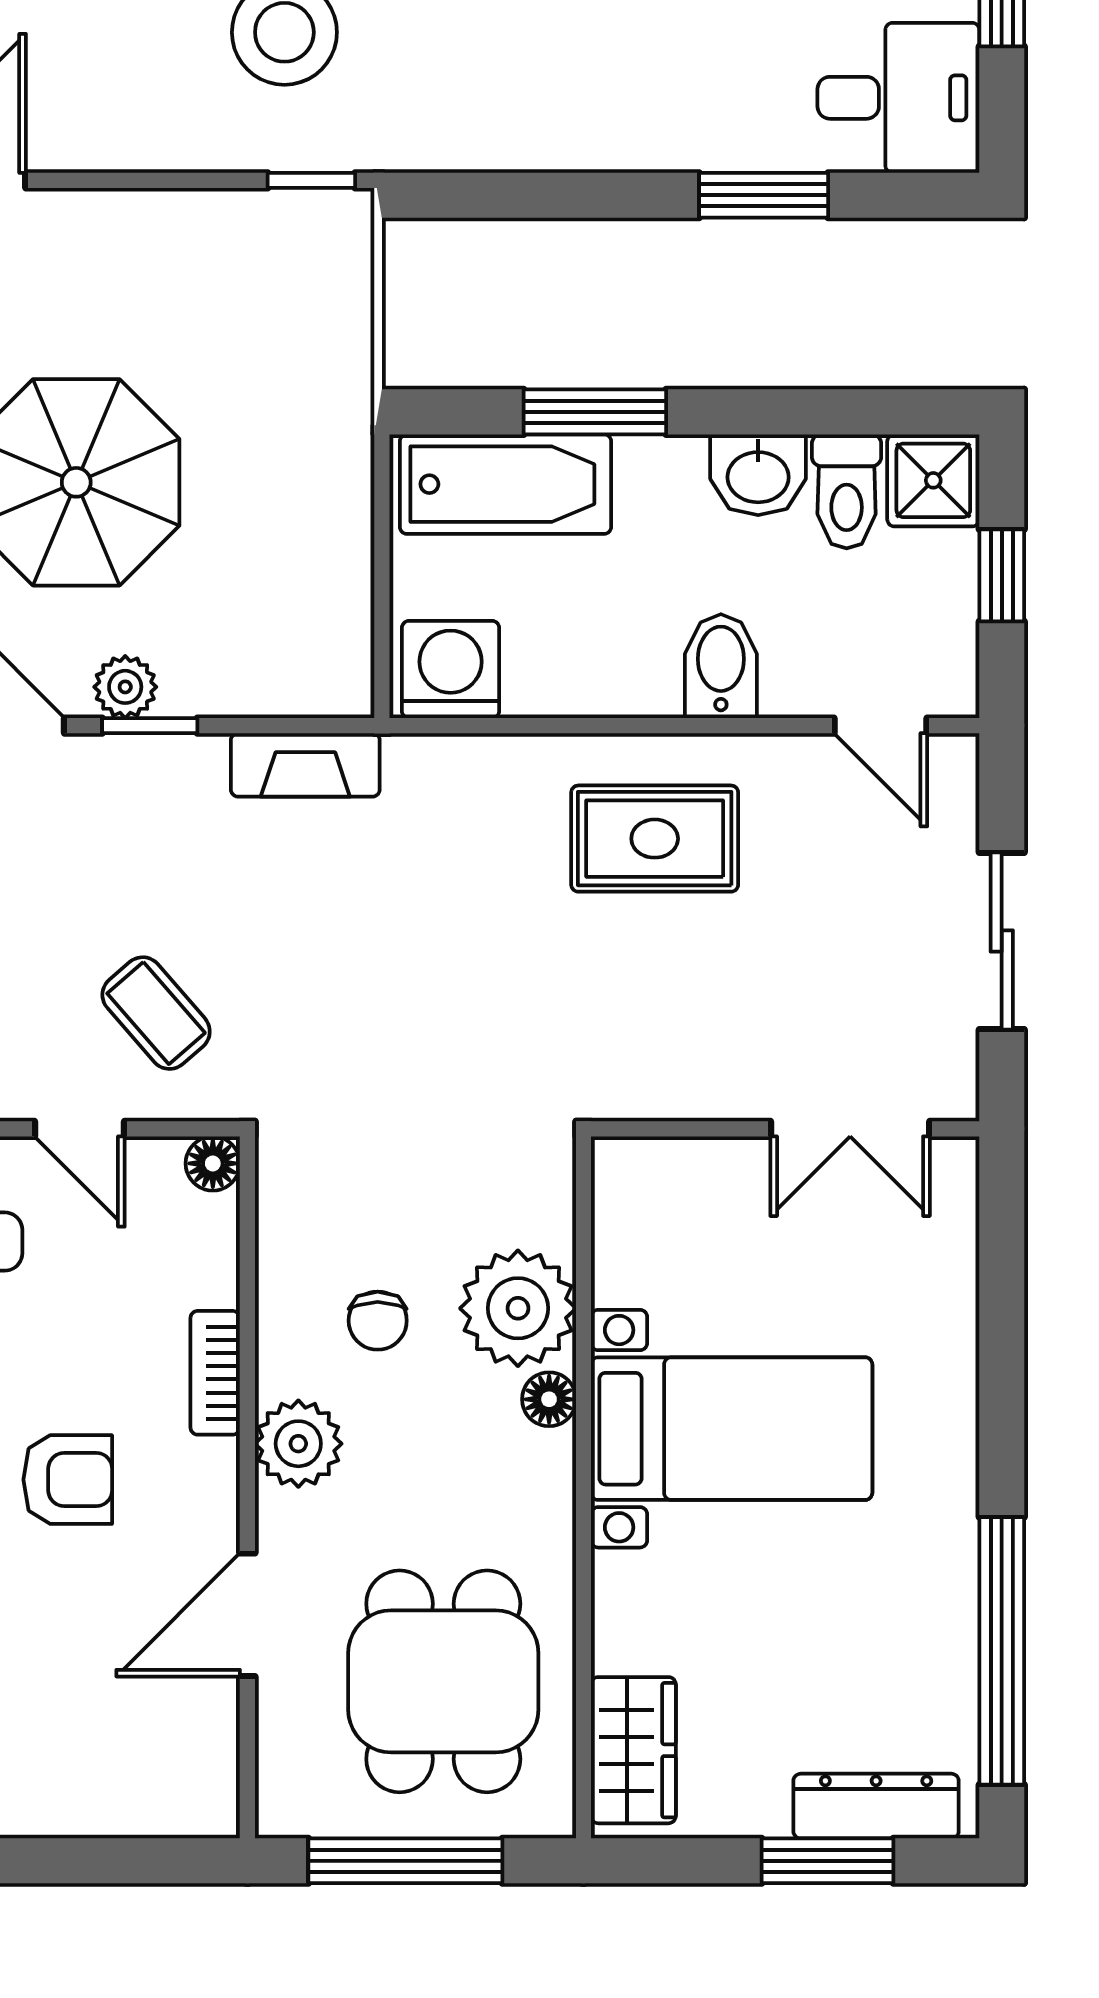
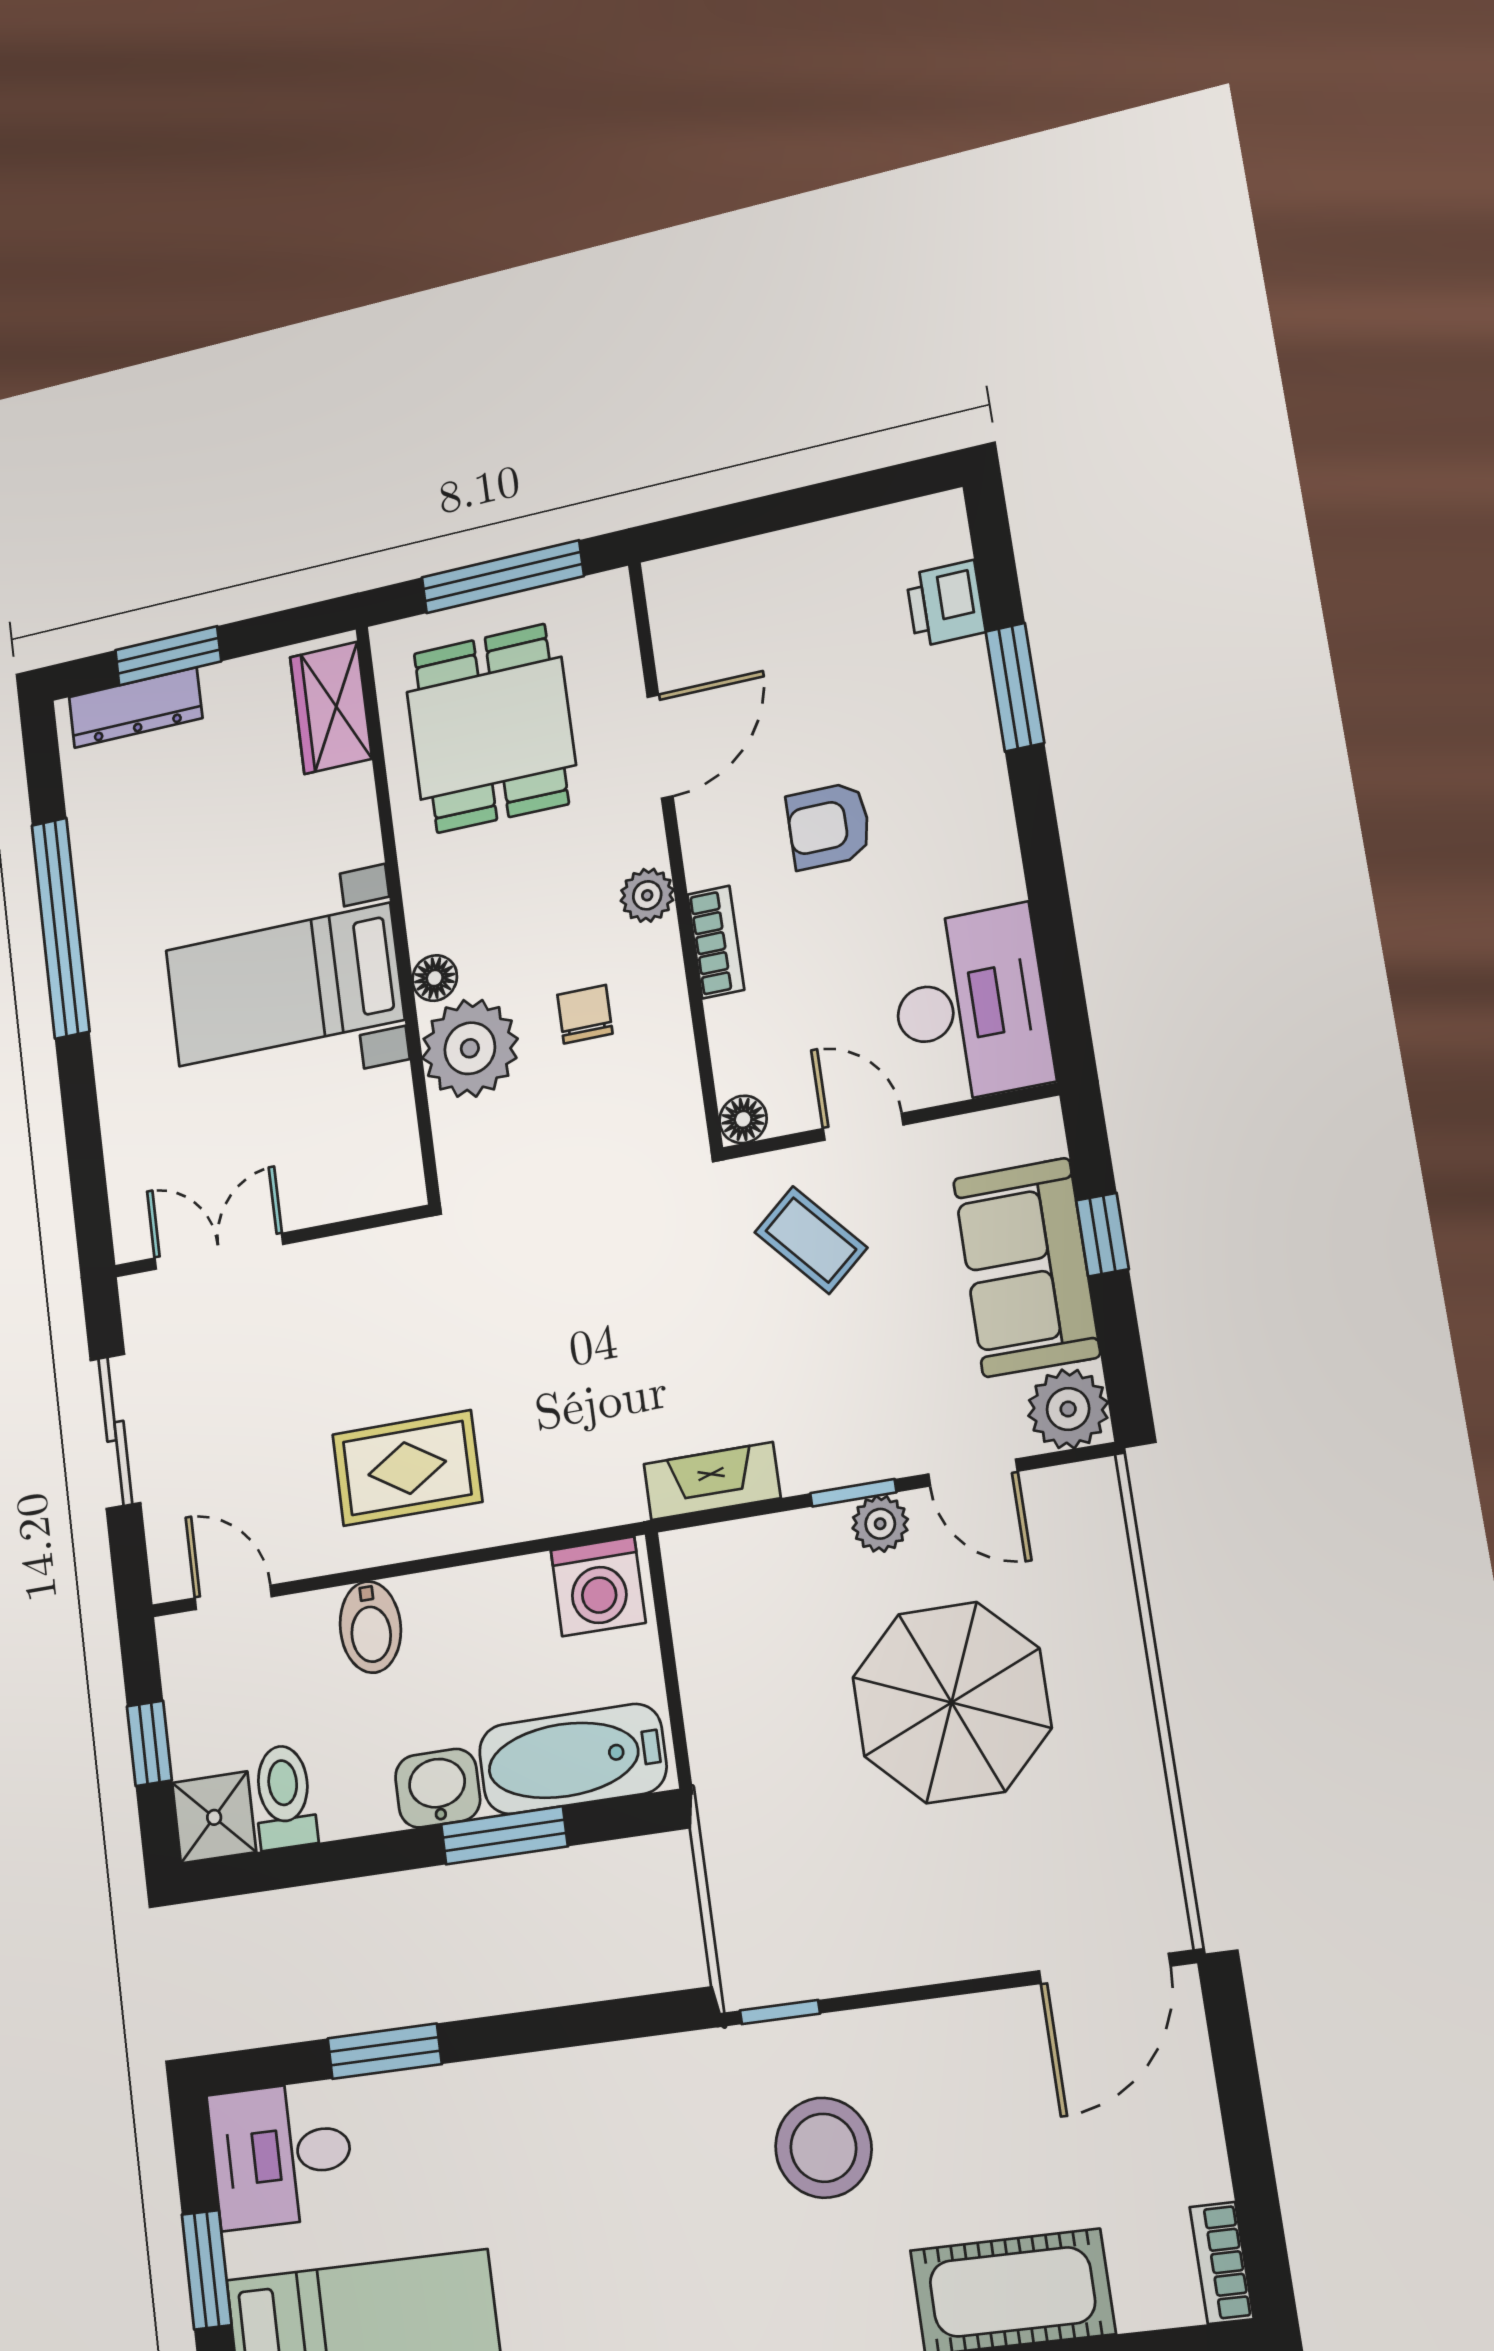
washbasin: (758, 475) -> (438, 1788), moved
plant: (298, 1444) -> (647, 895), width x0.73, depth x0.73
window: (1002, 1651) -> (61, 928), moved

